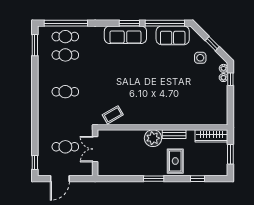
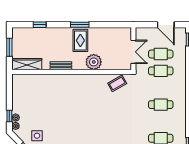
cafe table: (65, 128) -> (161, 71), added
plant: (153, 138) -> (94, 62), moved
rug: (175, 161) -> (80, 40), moved
door: (60, 179) -> (166, 25), swing flipped

